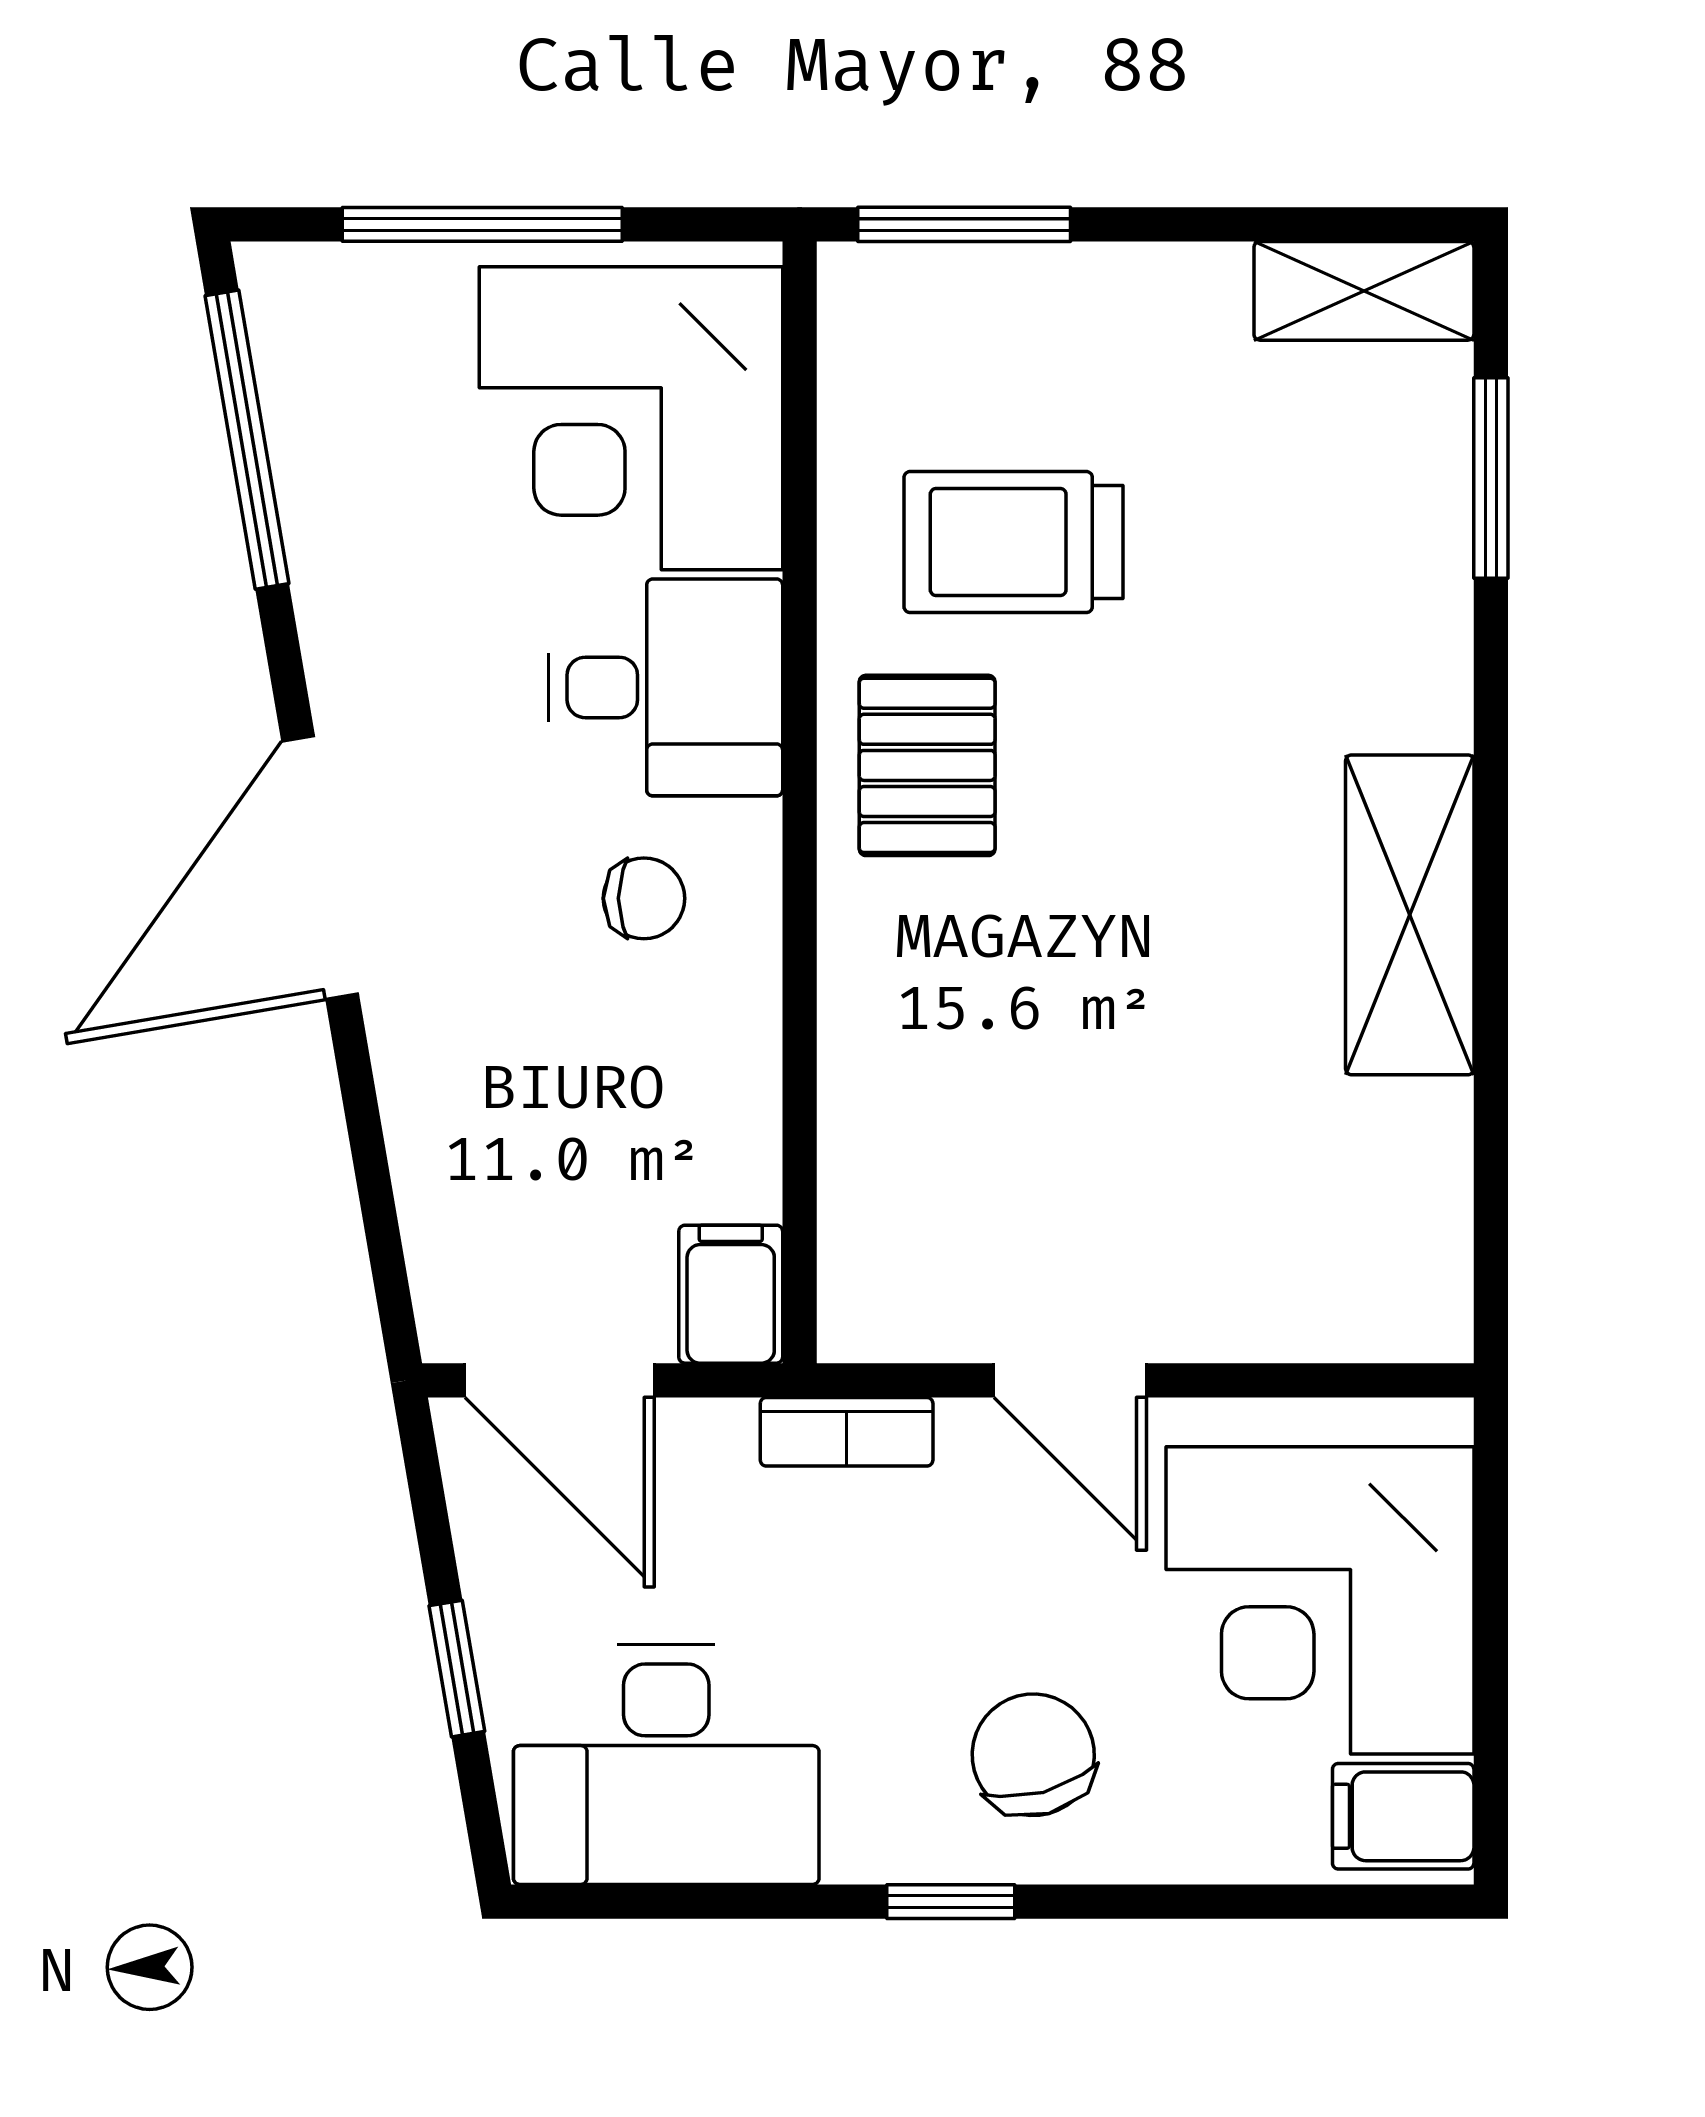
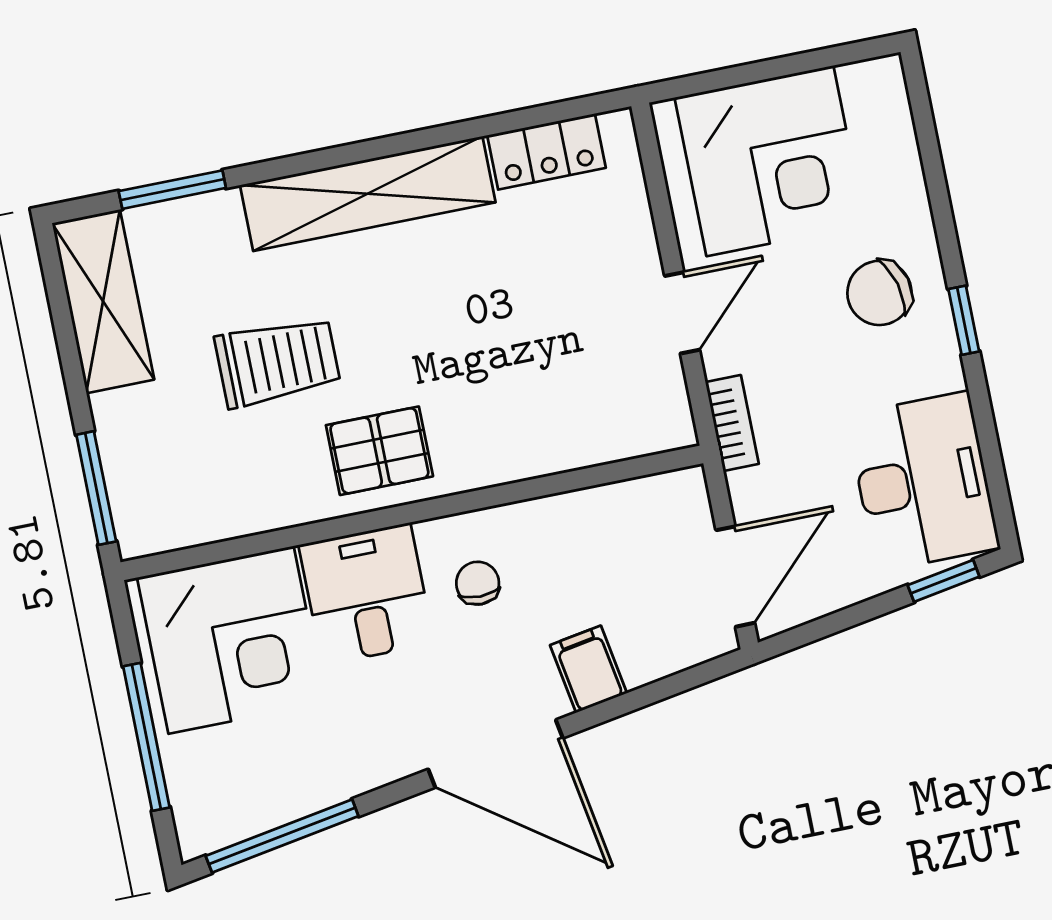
shelving: (1364, 291) -> (103, 301), width x1.50, depth x1.33
trolley: (1013, 542) -> (278, 362), moved, turned -90
shelving: (1410, 915) -> (368, 194), width x1.47
locker: (1421, 1188) -> (546, 152), added
filing cabinet: (731, 1294) -> (589, 669), moved, turned 80
window: (457, 1669) -> (944, 581), moved
filing cabinet: (1403, 1816) -> (873, 95), removed

